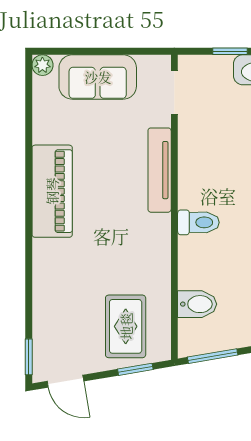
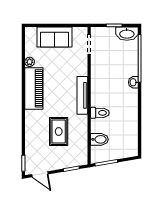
plant: (42, 65) -> (30, 62), moved
tv unit: (160, 170) -> (82, 95), moved
toilet: (198, 222) -> (100, 113), moved
rug: (126, 326) -> (59, 131), moved

